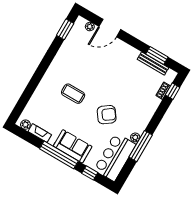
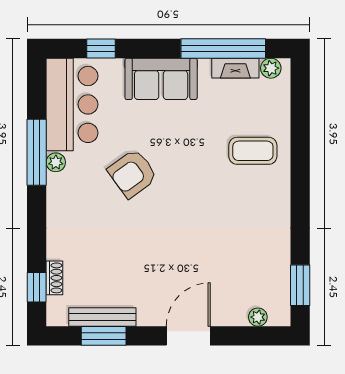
door: (110, 28) -> (188, 336), moved
coffee table: (73, 94) -> (253, 151), moved
window: (59, 155) -> (223, 48), moved

